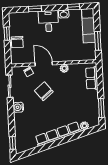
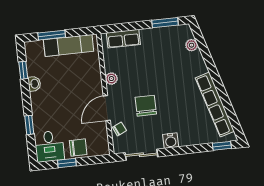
desk: (48, 21) -> (49, 146), moved, turned -90
exam couch: (88, 26) -> (69, 45), moved
window: (98, 41) -> (52, 35), moved
chair: (44, 91) -> (146, 106), turned 129
row of seats: (58, 134) -> (215, 105), moved

